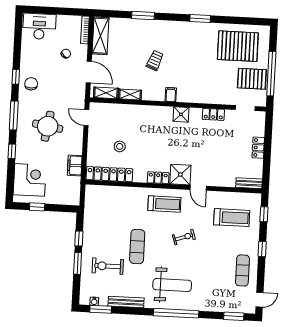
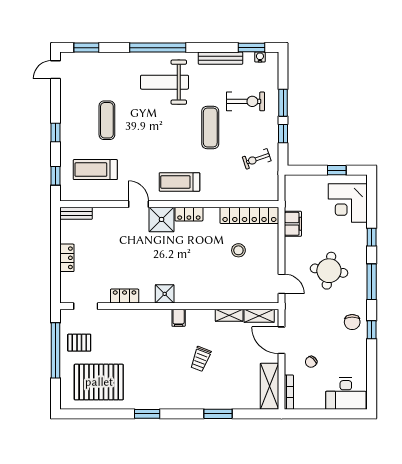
pallet: (252, 79) -> (79, 343), width x0.67, depth x0.71
exercise bike: (184, 237) -> (257, 159), moved
exercise mat: (242, 270) -> (107, 120), moved

